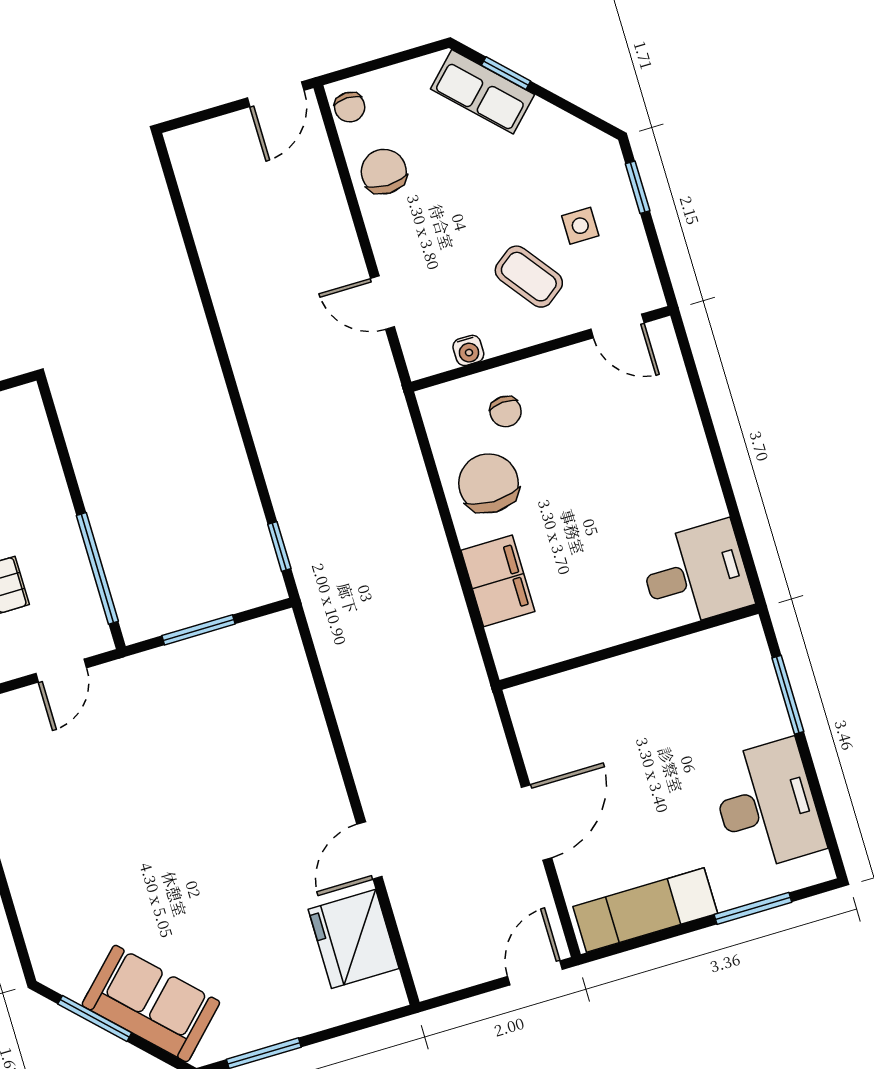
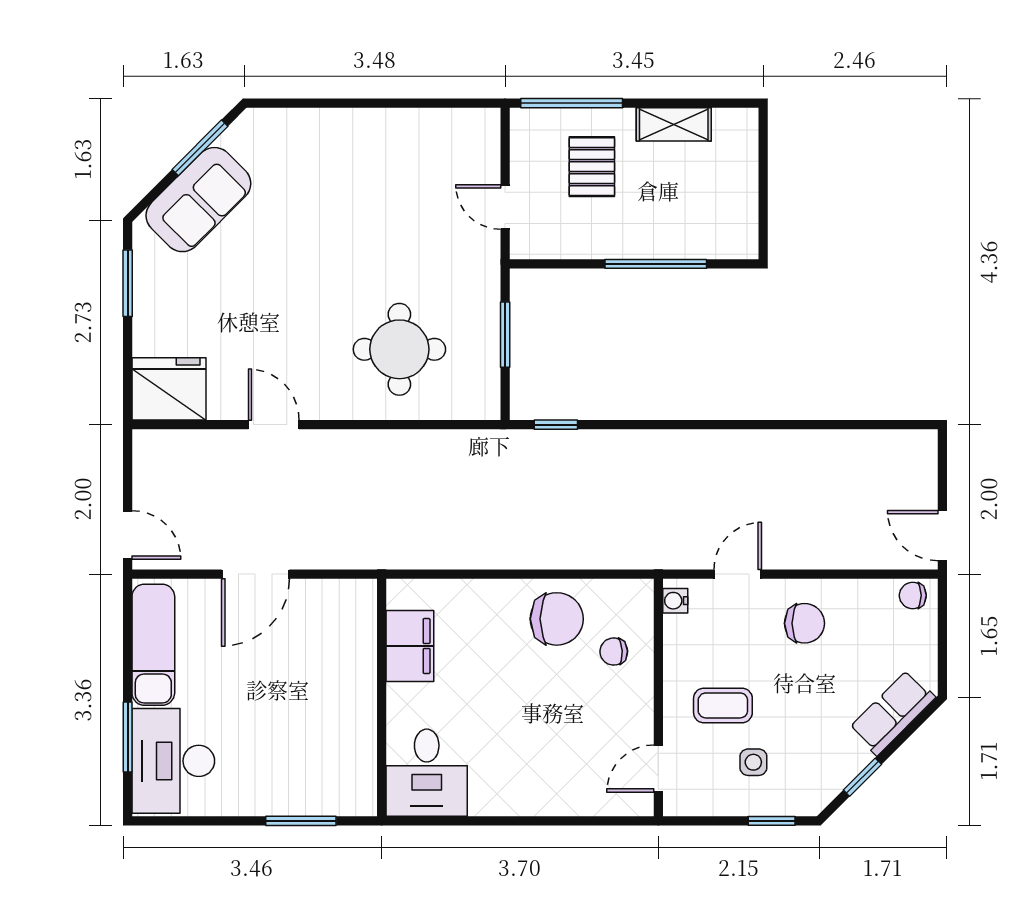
window: (506, 73) -> (862, 777), moved
chair: (384, 172) -> (804, 623), moved
coffee table: (529, 277) -> (723, 705), turned 37
water cooler: (468, 350) -> (675, 601), moved
window: (97, 568) -> (656, 264), moved
filing cabinet: (498, 581) -> (410, 646), moved, turned -90
round table: (248, 739) -> (399, 349), added
desk: (767, 805) -> (173, 761), moved, turned 90
door: (536, 822) -> (255, 574), hinge flipped
fridge: (354, 939) -> (169, 389), moved

